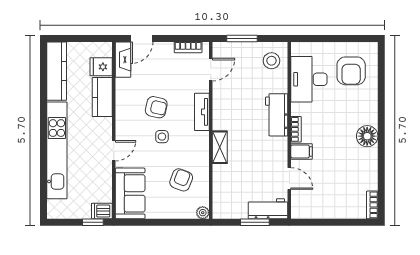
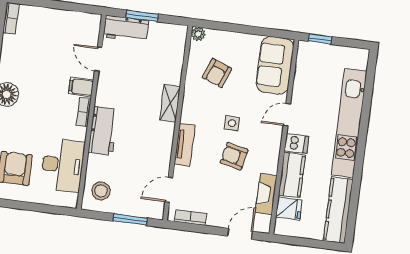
fireplace: (123, 60) -> (266, 194), moved
dishwasher: (102, 211) -> (296, 143), moved

